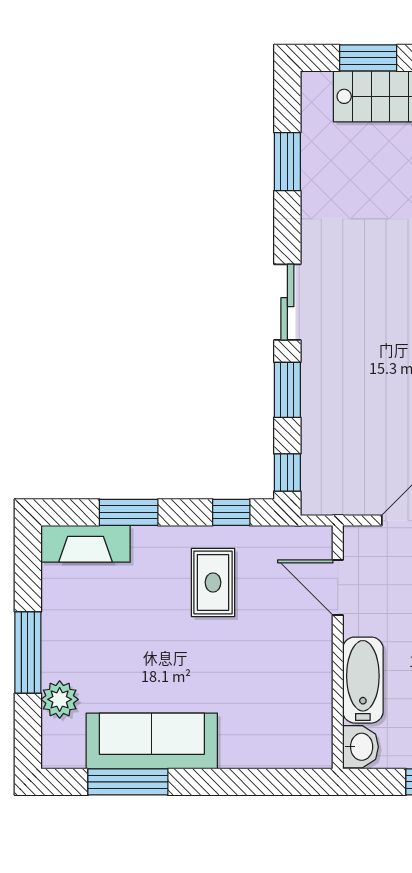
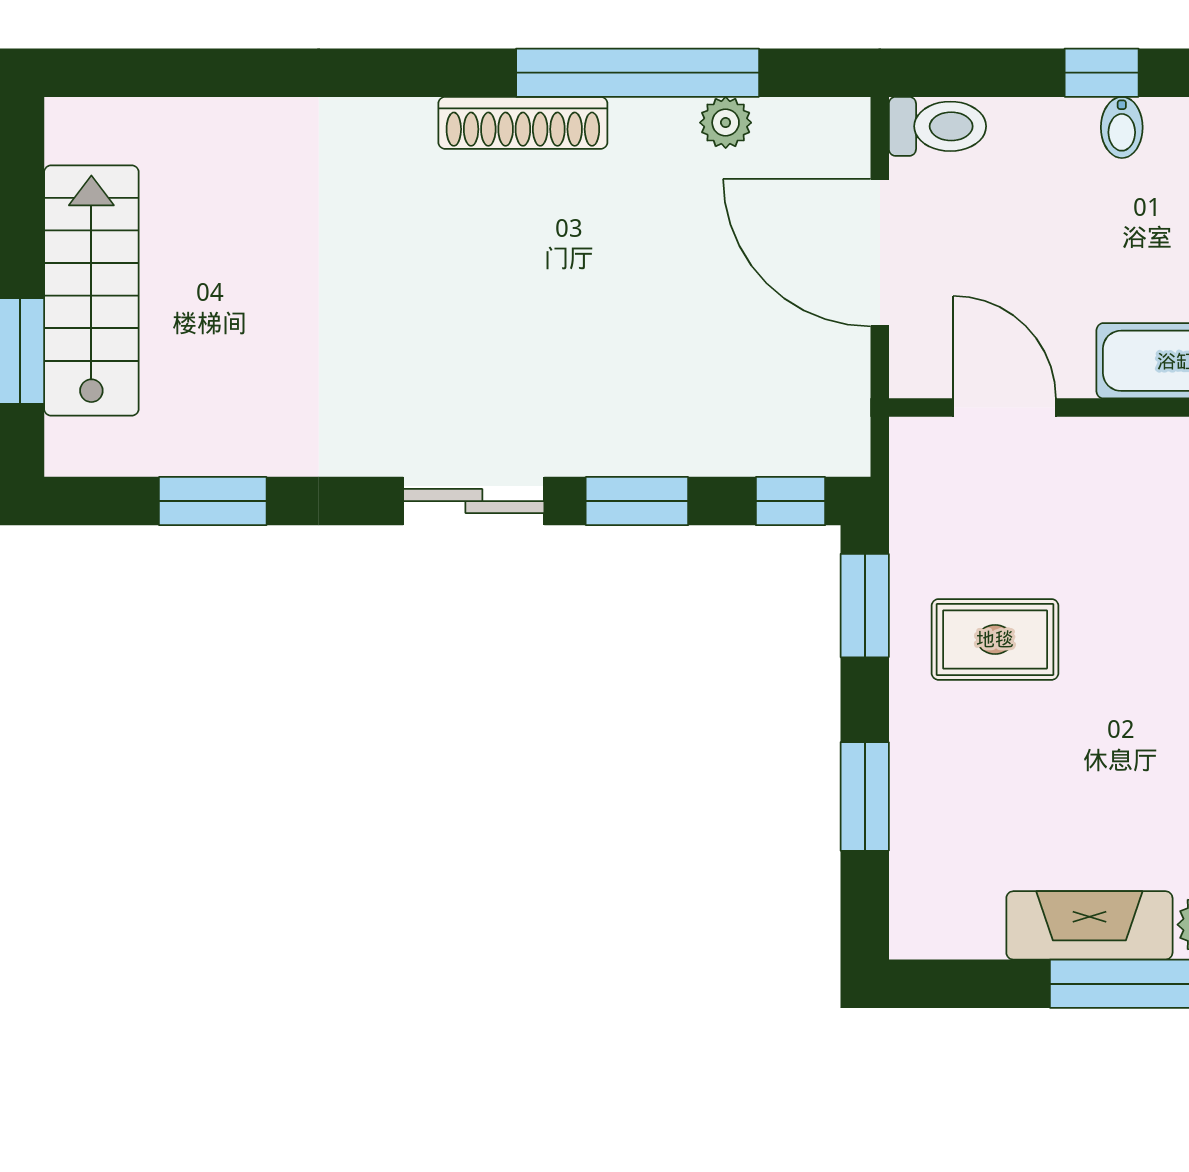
window: (231, 512) -> (865, 606), width x1.50
fireplace: (85, 544) -> (1089, 925), moved, turned -90
door: (338, 588) -> (1004, 408), swing flipped

